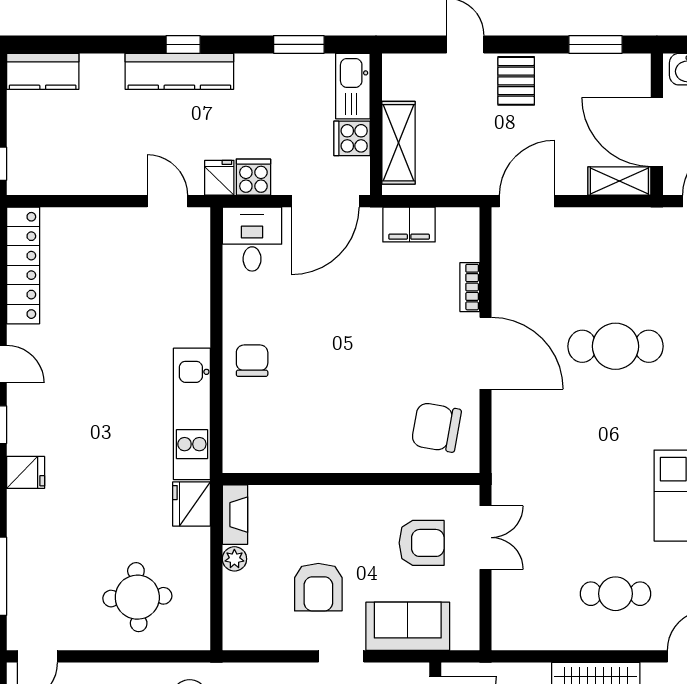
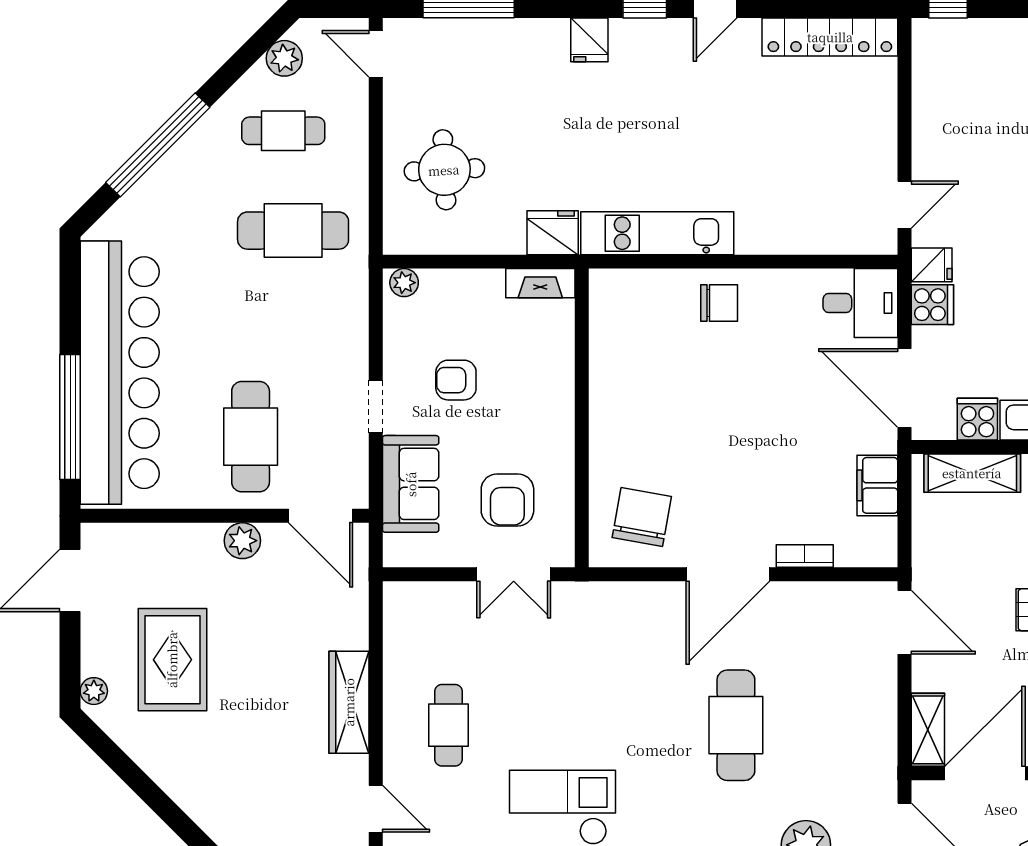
plant: (234, 559) -> (404, 283), moved
armchair: (318, 587) -> (456, 380), width x0.72, depth x0.72

